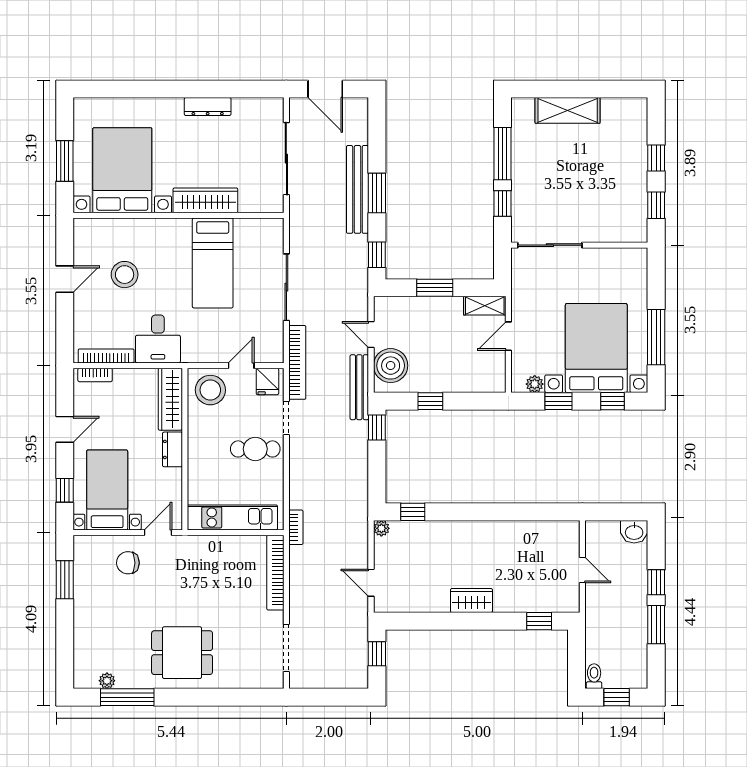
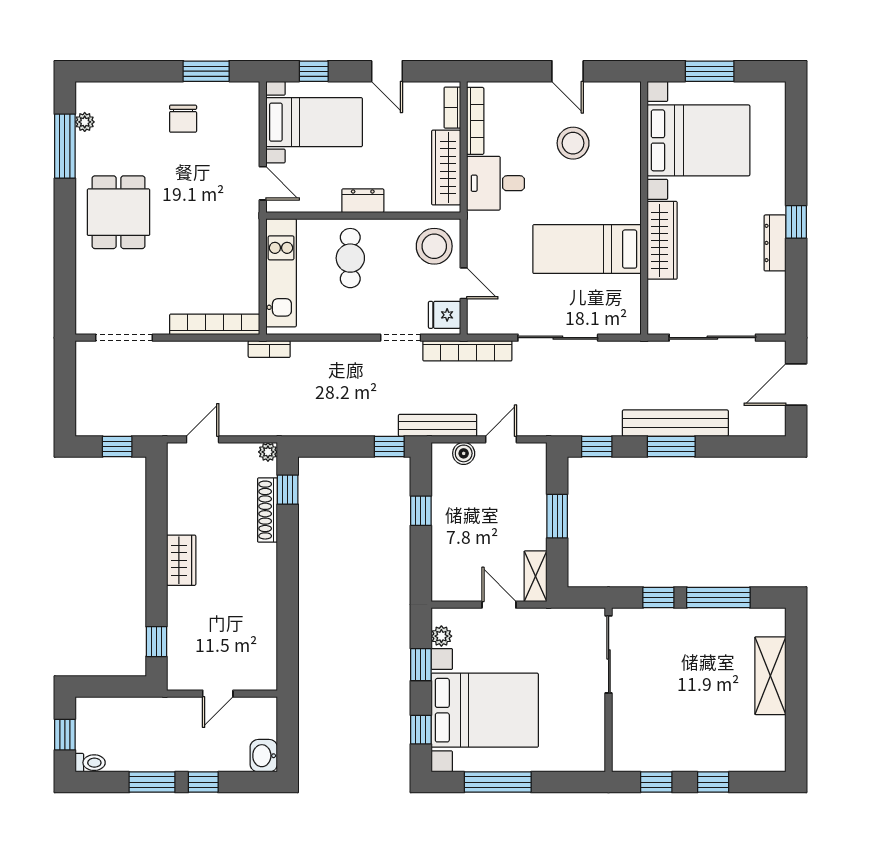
window: (190, 89) -> (796, 222), added
boiler: (391, 366) -> (464, 453), width x0.54, depth x0.54
wardrobe: (170, 399) -> (446, 168), moved, turned -90
cafe table: (255, 449) -> (350, 258), moved
shoe rack: (430, 529) -> (268, 510), added
chair: (128, 563) -> (183, 119), moved, turned 180
toilet: (594, 676) -> (90, 763), moved

